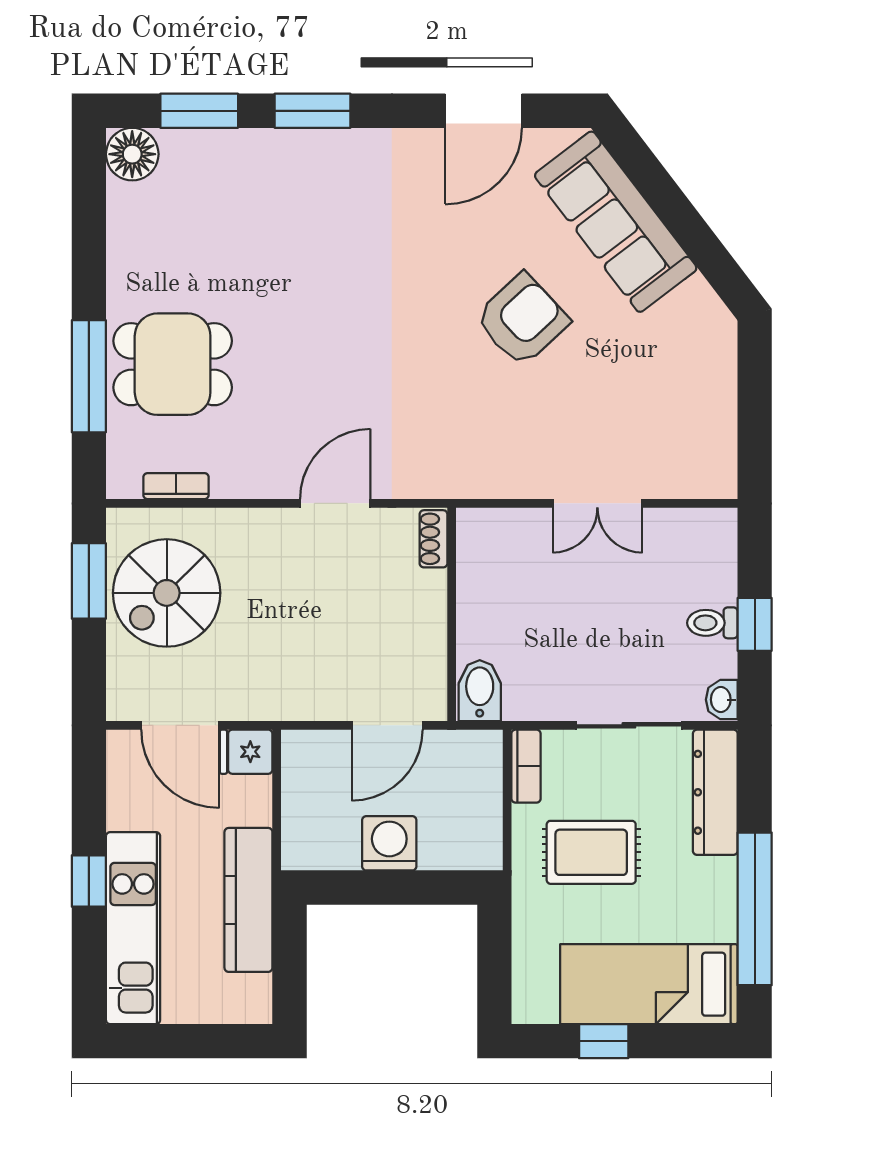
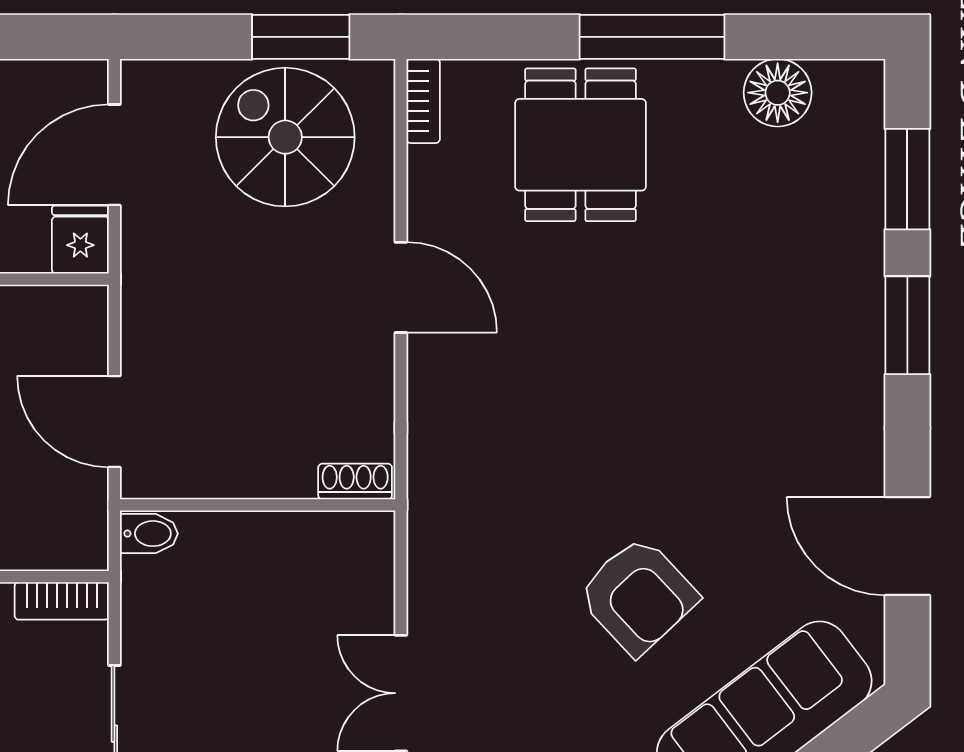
floor lamp: (132, 154) -> (778, 93), moved
window: (89, 376) -> (652, 37), moved
bookcase: (176, 486) -> (423, 101), moved
door: (335, 503) -> (401, 287), moved
bidet: (480, 691) -> (149, 534), width x0.72, depth x0.74

